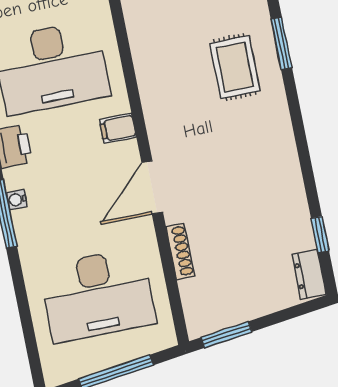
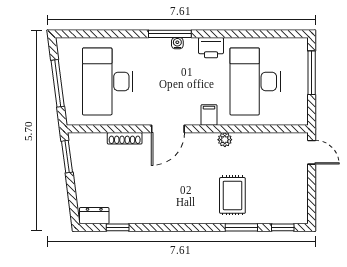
rug: (235, 67) -> (232, 195), turned 90
plant: (151, 96) -> (225, 140), added
door: (152, 187) -> (168, 129), swing flipped

